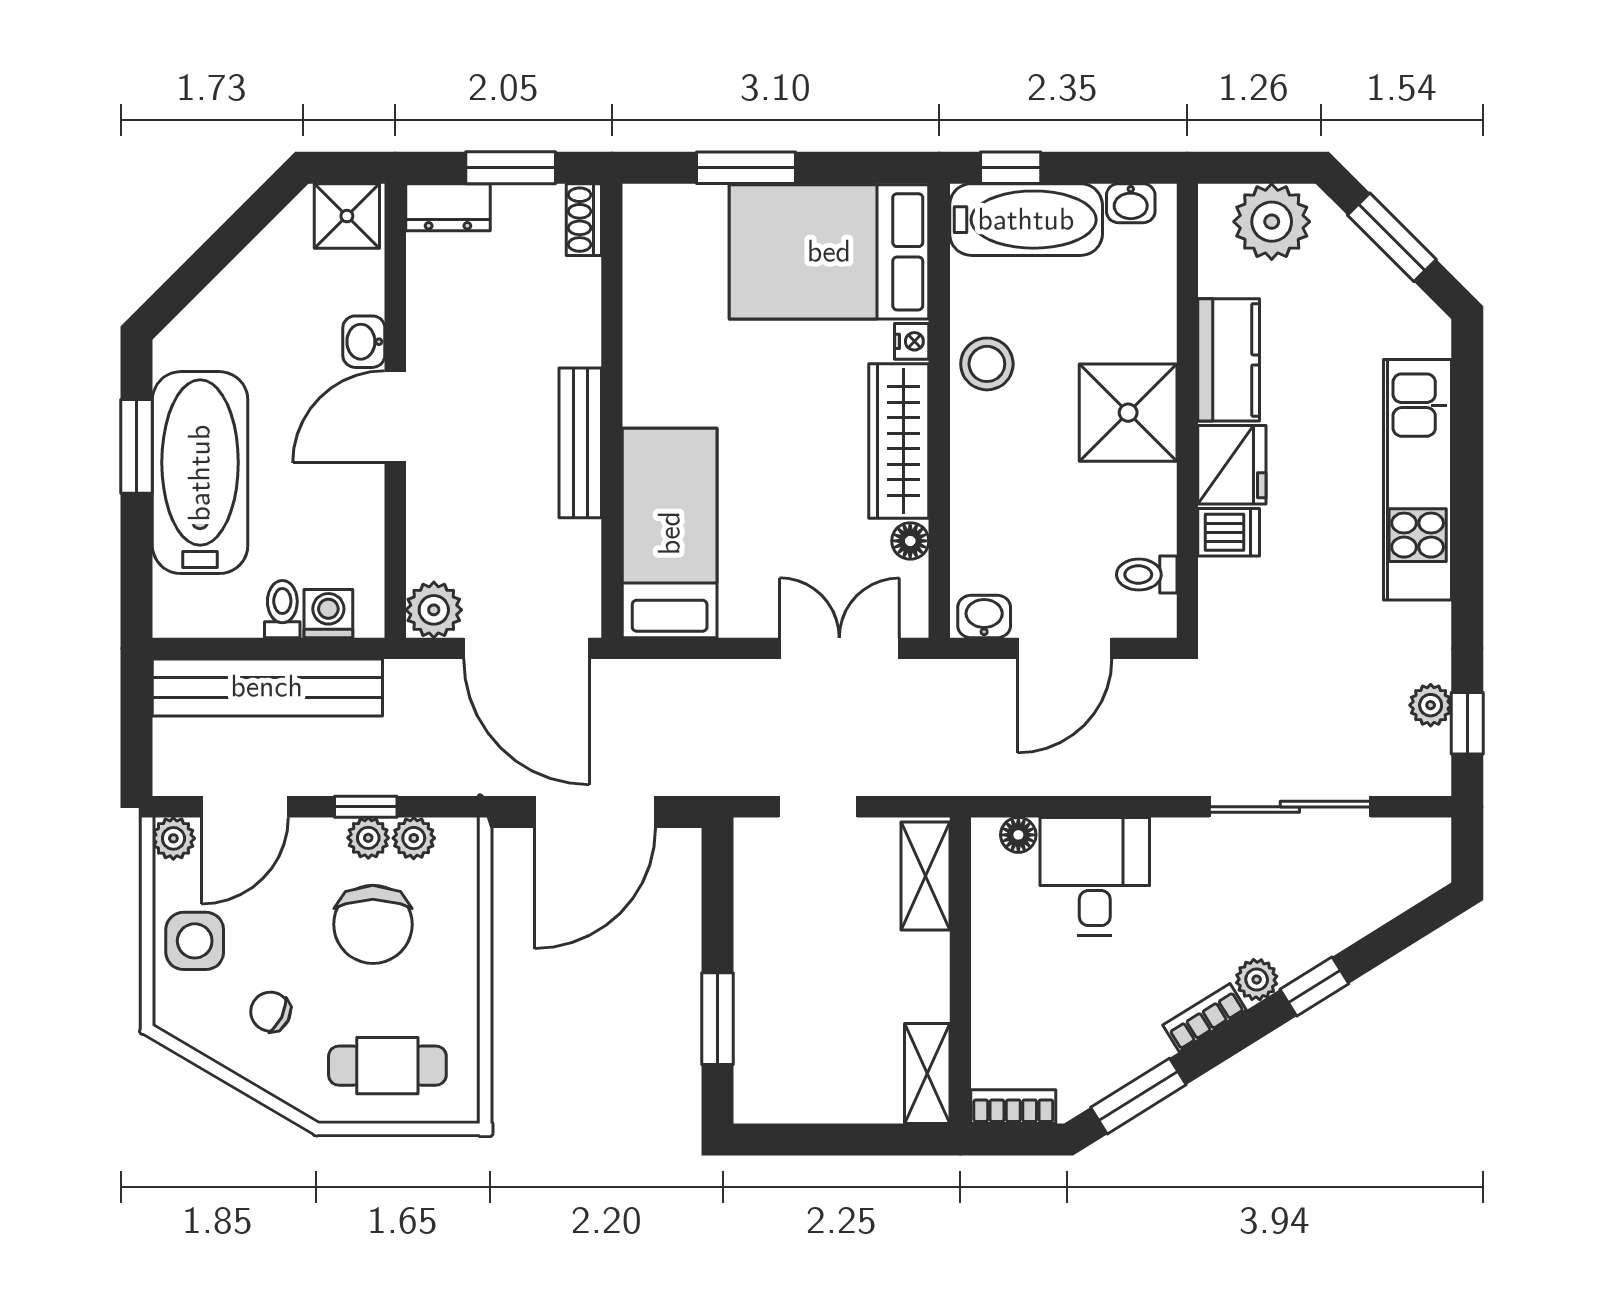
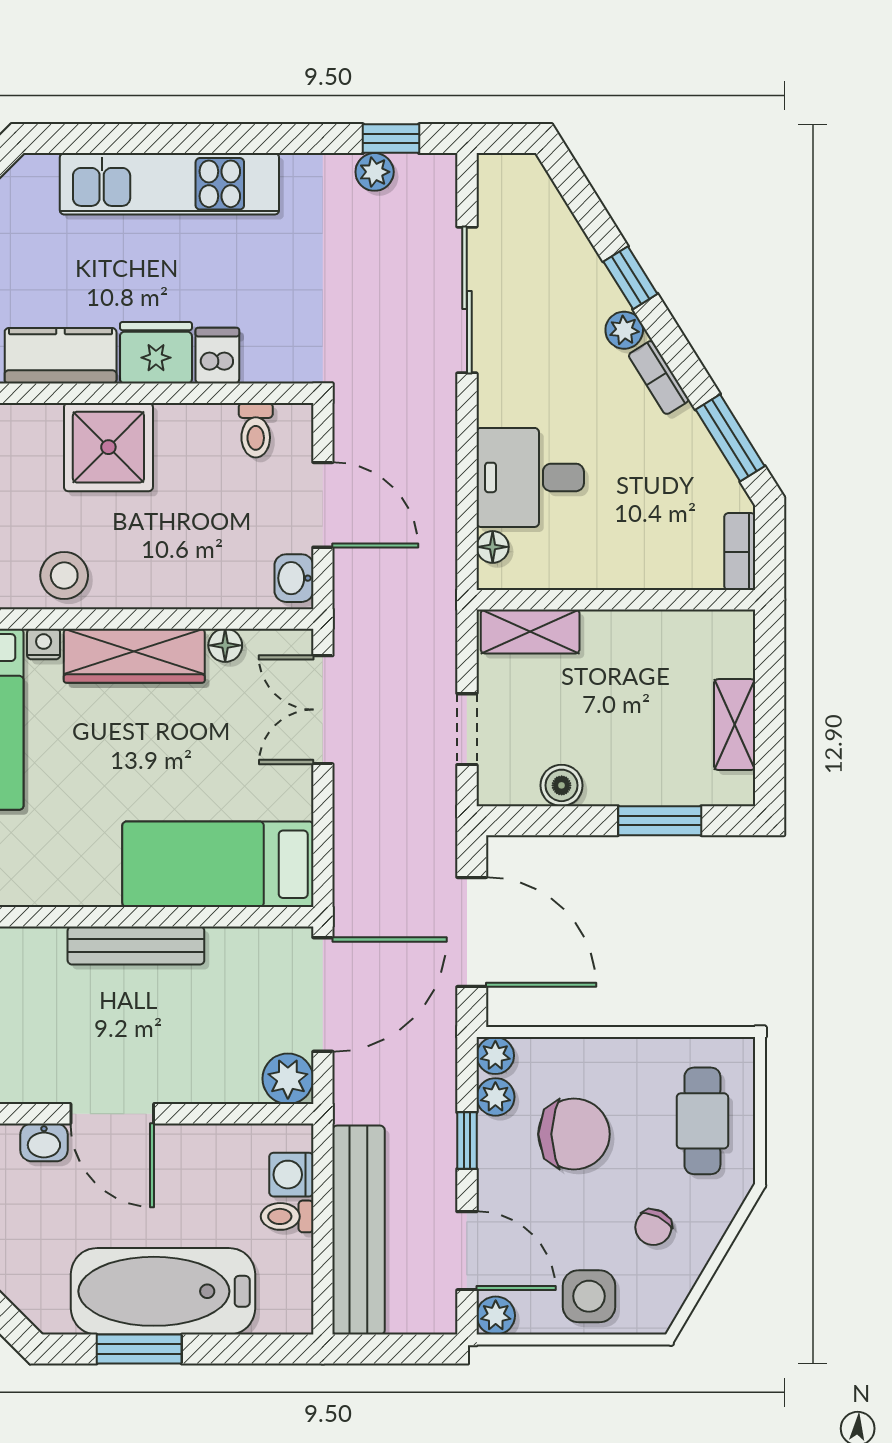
plant: (368, 838) -> (495, 1056), moved
boiler: (756, 911) -> (562, 785), added
shelving: (927, 1074) -> (735, 725), moved, turned 90

